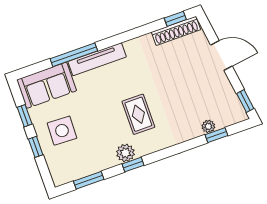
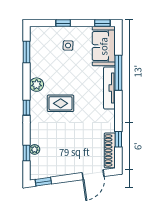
window: (175, 19) -> (118, 139), moved
door: (221, 56) -> (93, 175), moved
window: (25, 116) -> (102, 23), moved
side table: (62, 131) -> (68, 46), width x0.54, depth x0.54
window: (133, 165) -> (26, 108), moved

